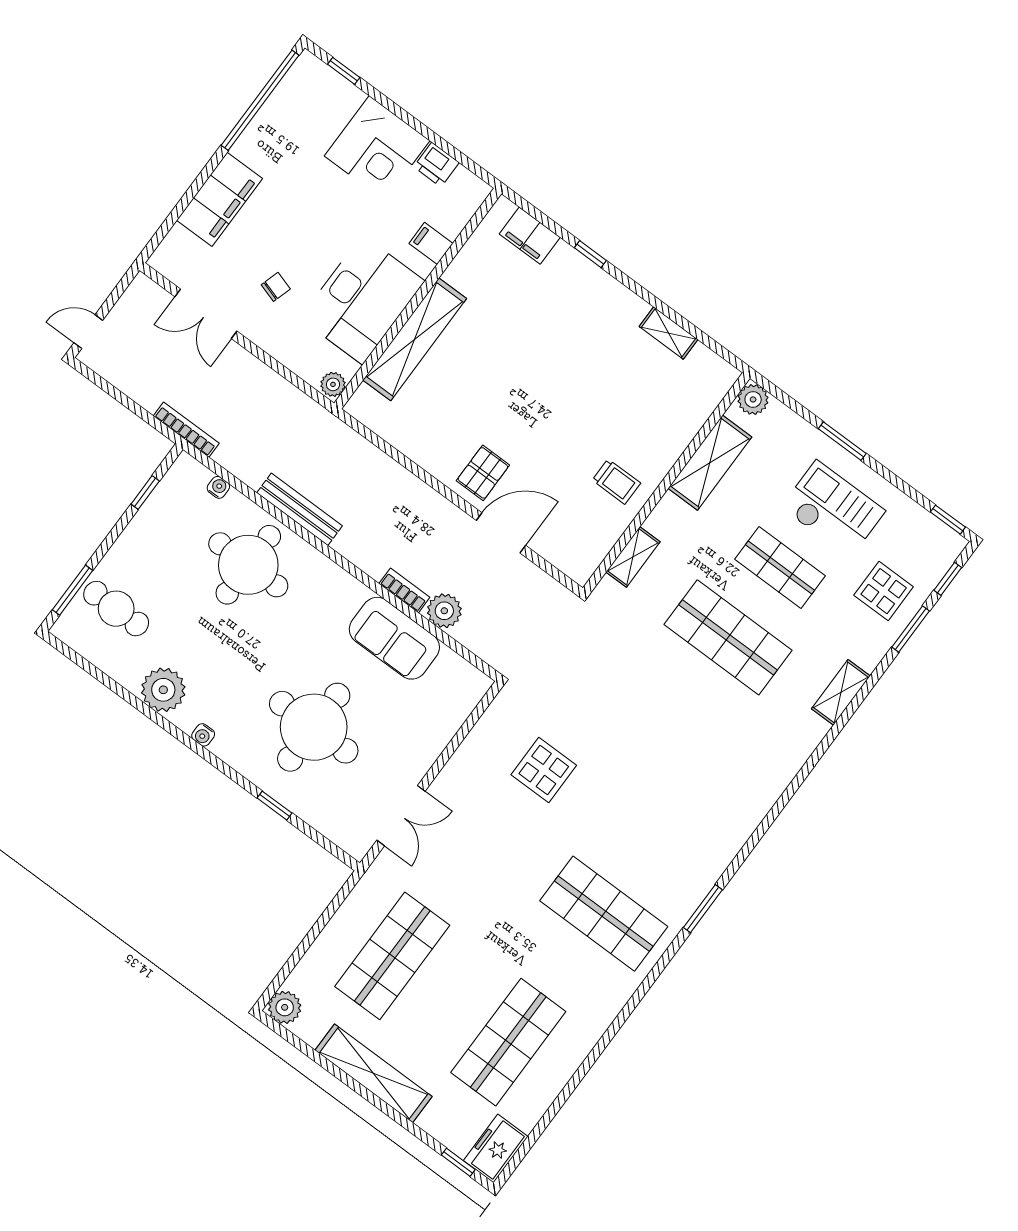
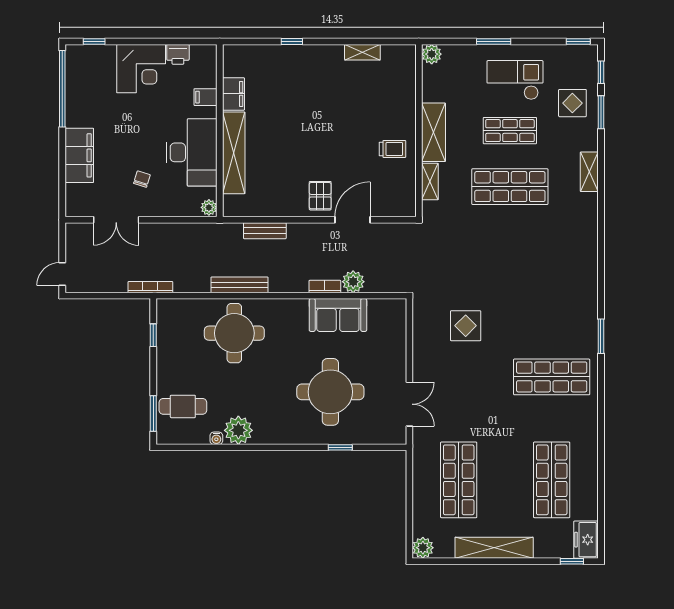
filing cabinet: (530, 236) -> (233, 94), moved, turned -90
shelving: (710, 463) -> (433, 132), moved
bench: (381, 465) -> (265, 231), added
water cooler: (218, 487) -> (189, 305), removed
water cooler: (203, 735) -> (216, 438), moved

